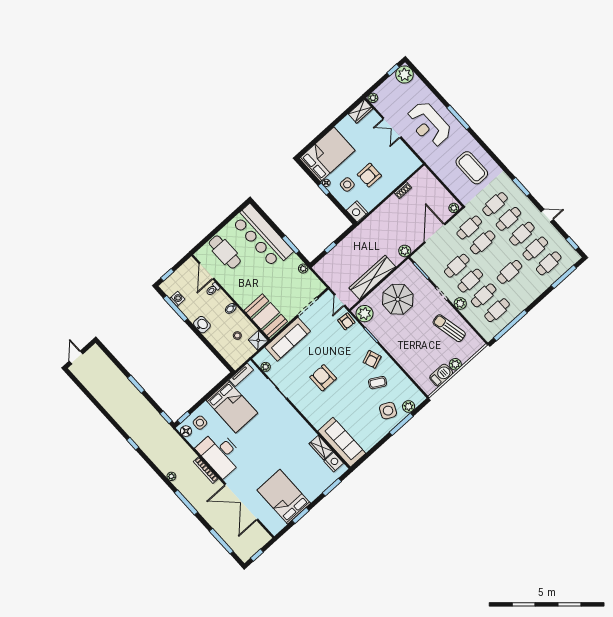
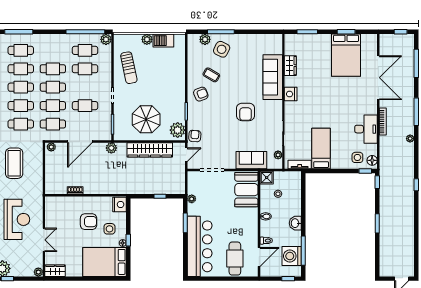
cafe table: (470, 281) -> (53, 87), moved
washing machine: (177, 299) -> (292, 256), width x1.89, depth x1.89
plant: (460, 303) -> (106, 39), moved
sofa: (288, 339) -> (251, 160), width x0.73
bed: (232, 407) -> (321, 149), width x0.67
sofa: (342, 442) -> (273, 77), moved
desk: (220, 454) -> (366, 129), width x0.73, depth x0.77
nightstand: (334, 462) -> (291, 94), moved

